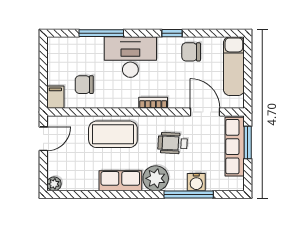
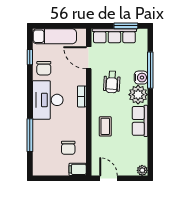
window: (172, 33) -> (30, 57), moved
desk: (130, 57) -> (48, 100), moved
door: (205, 112) -> (89, 58), hinge flipped
coffee table: (113, 134) -> (105, 126), width x0.54, depth x0.58
window: (248, 143) -> (126, 26), moved
water cooler: (196, 182) -> (141, 78), moved

